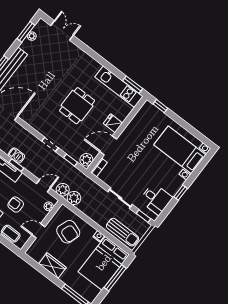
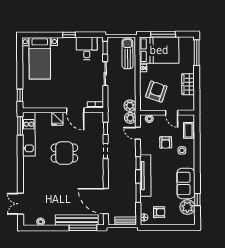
window: (26, 32) -> (41, 228), removed
barbecue: (16, 155) -> (131, 168), removed
plant: (86, 160) -> (97, 118), removed

